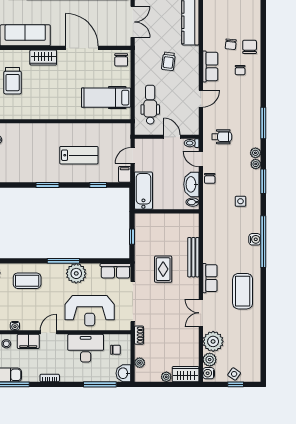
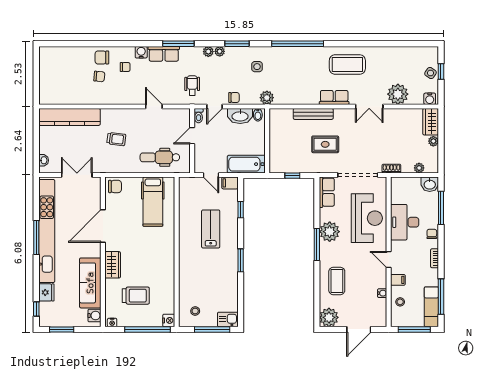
row of seats: (210, 66) -> (164, 54), moved, turned 180
water cooler: (255, 239) -> (141, 52), moved
filing cabinet: (28, 341) -> (398, 280), width x0.50
chair: (116, 350) -> (432, 234), moved
plant: (210, 360) -> (267, 98), moved

